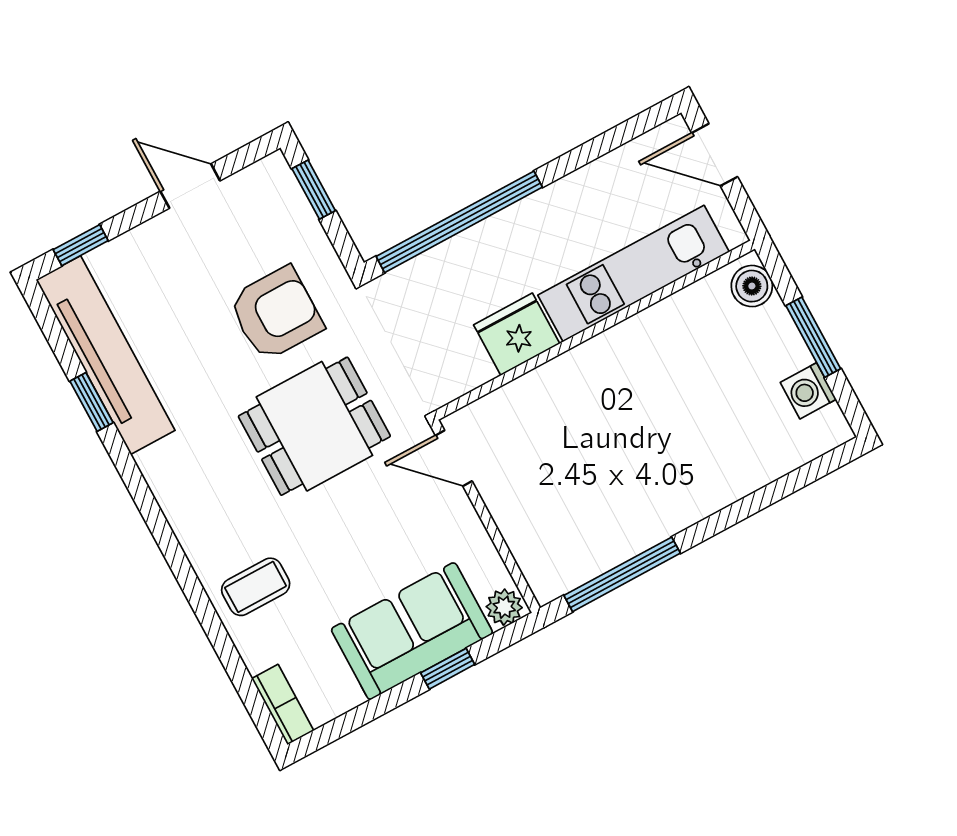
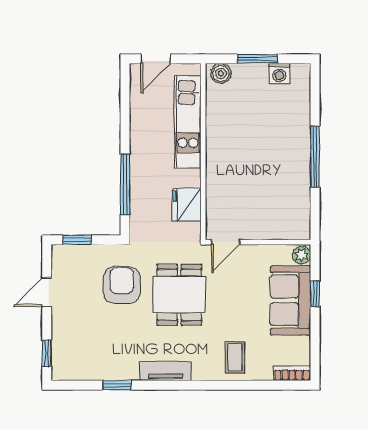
window: (459, 222) -> (125, 185), width x0.68
fridge: (517, 334) -> (187, 205), moved
tv unit: (106, 355) -> (165, 371), moved, width x0.52, depth x0.78
window: (622, 574) -> (315, 157), moved

